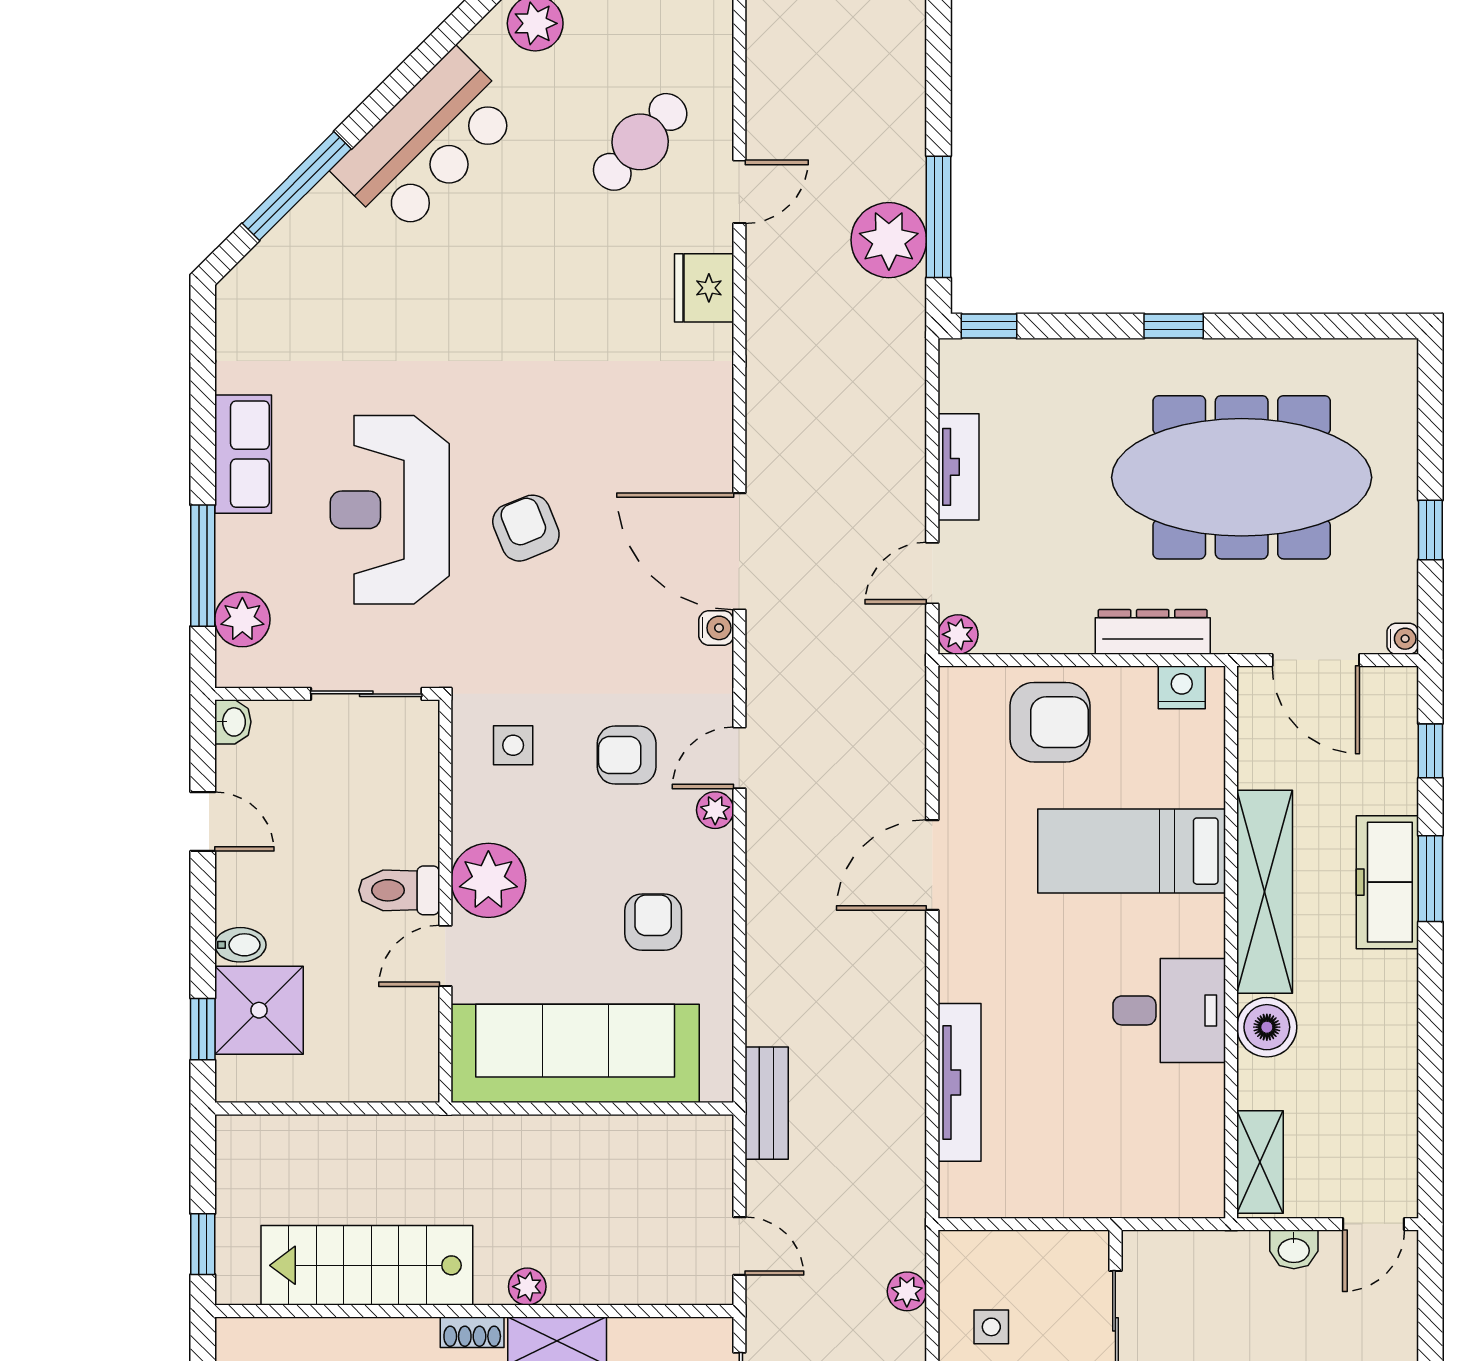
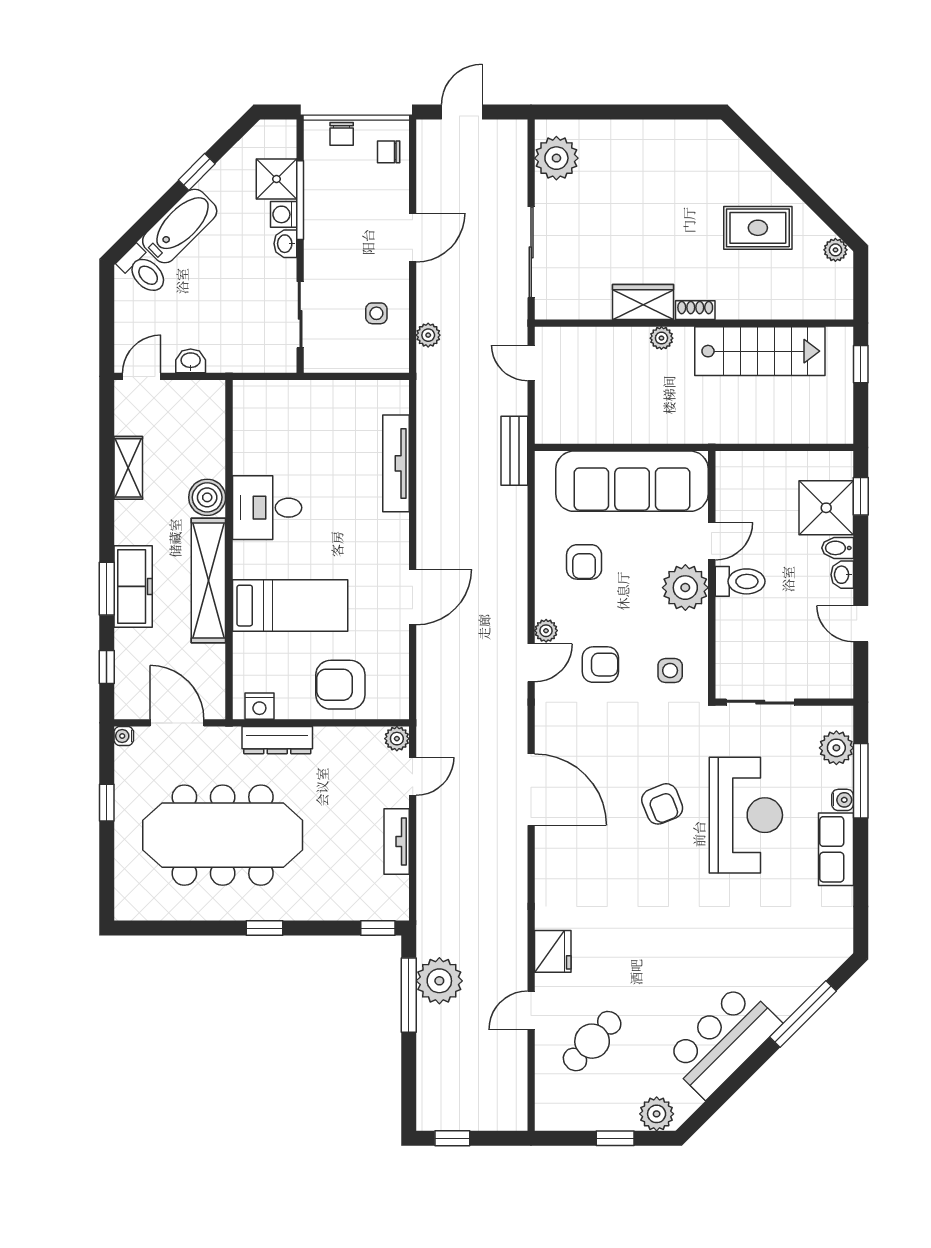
water cooler: (716, 628) -> (843, 800), moved, turned 180
washbasin: (233, 722) -> (842, 575), moved
shelving: (1260, 1162) -> (128, 468), moved

